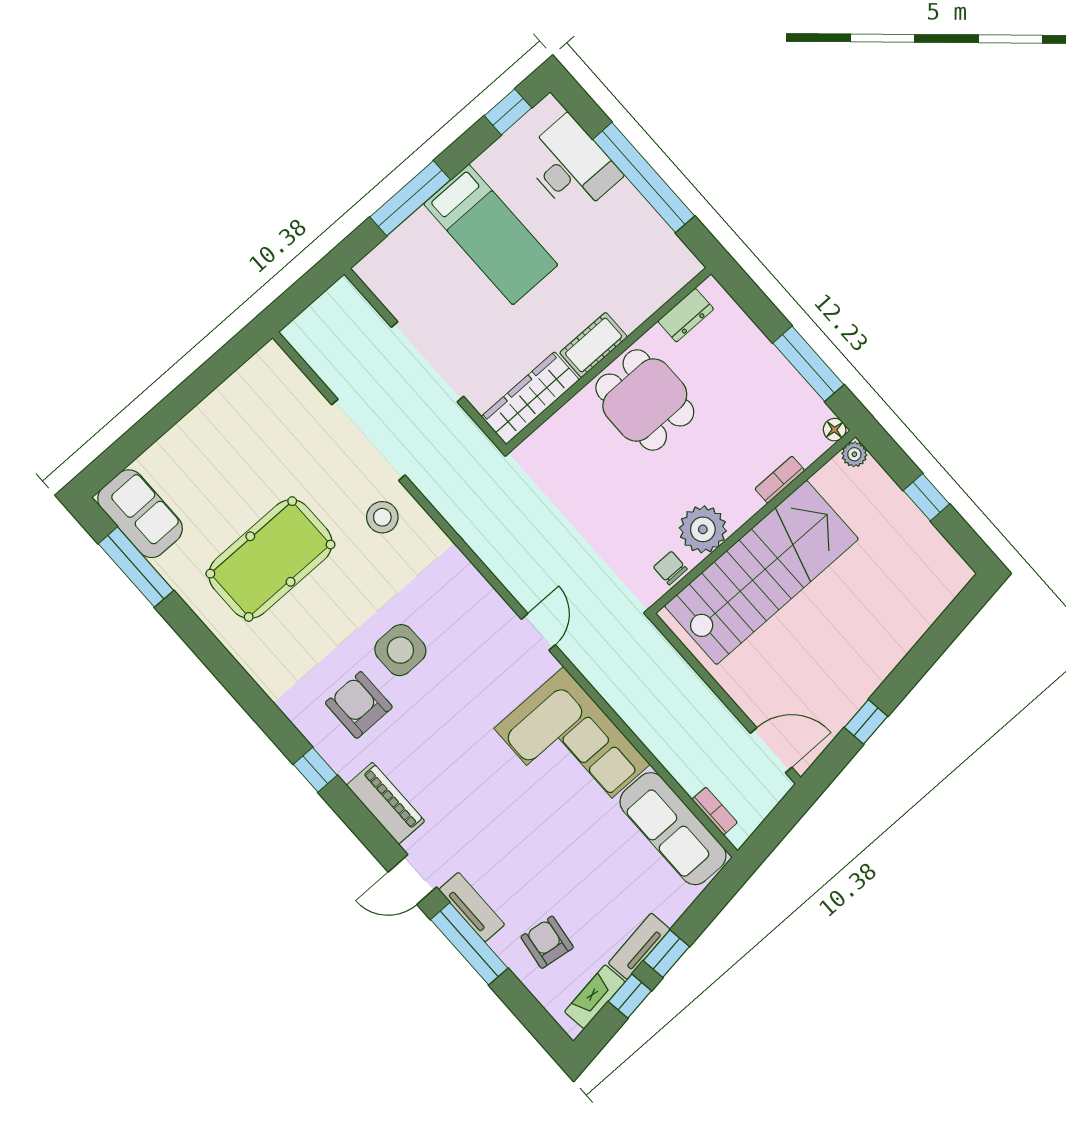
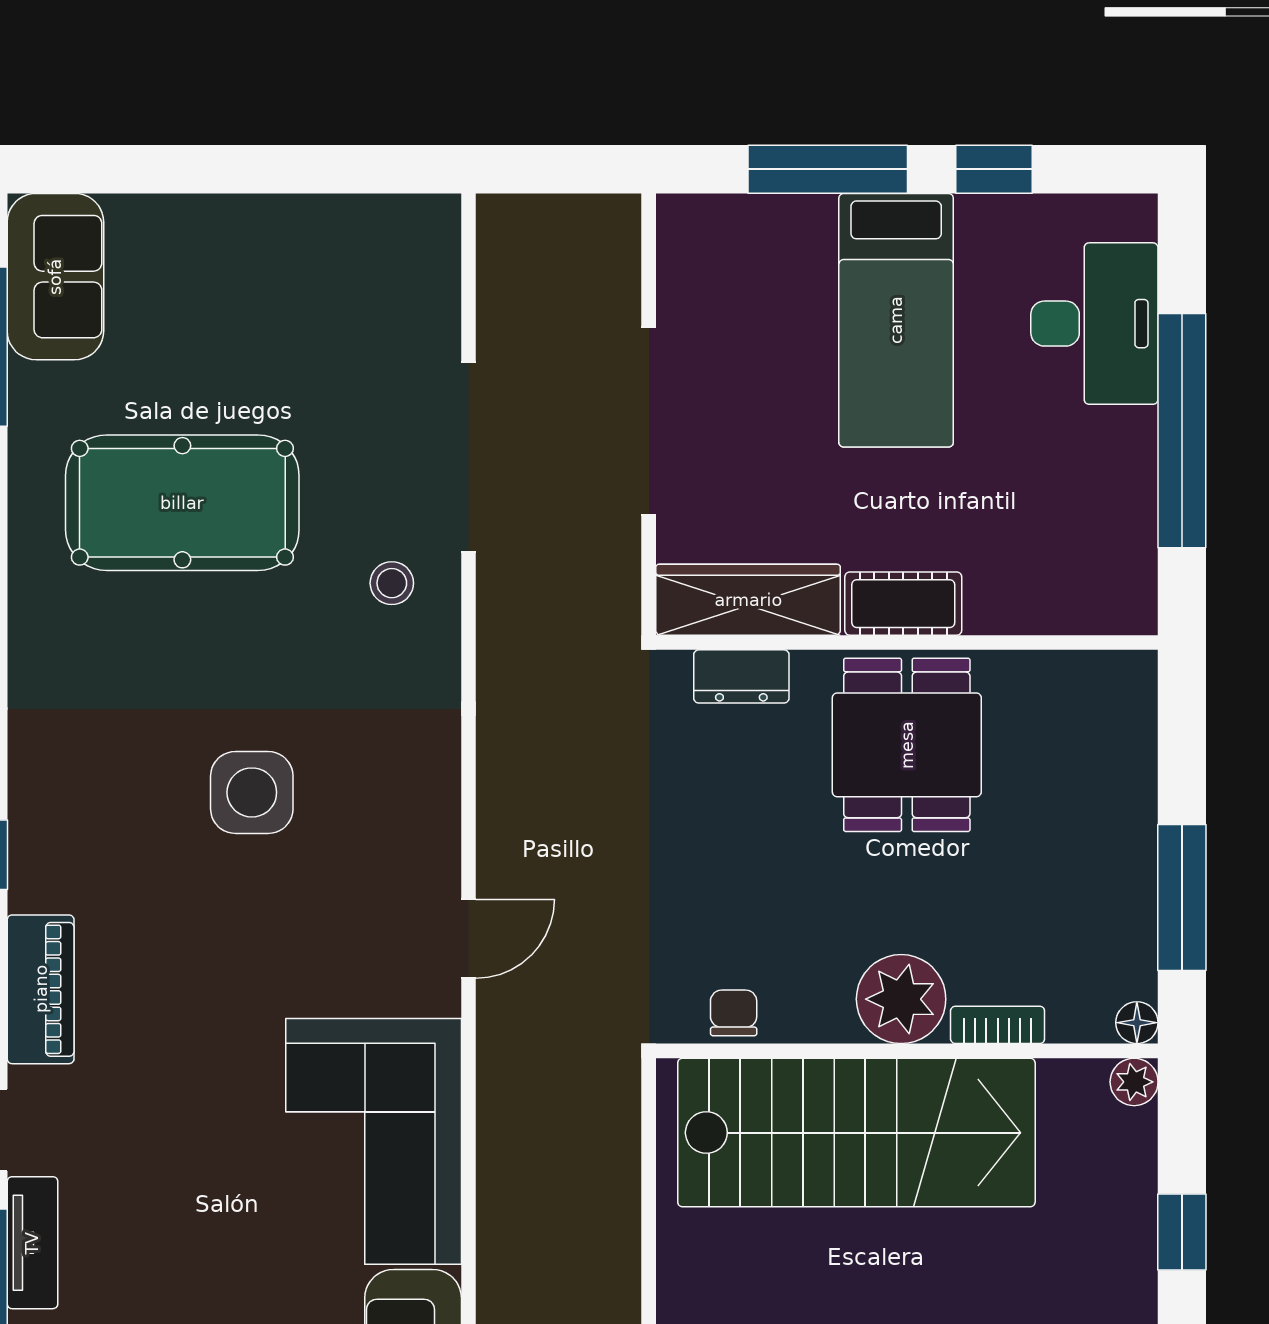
window: (508, 112) -> (994, 169), moved
dresser: (686, 315) -> (741, 676), moved
stool: (382, 517) -> (392, 583), width x0.73, depth x0.73
plant: (703, 529) -> (901, 999), moved
armchair: (359, 705) -> (125, 818), removed

